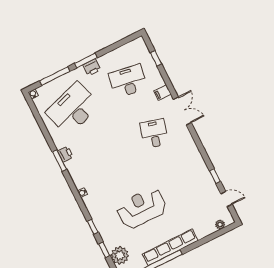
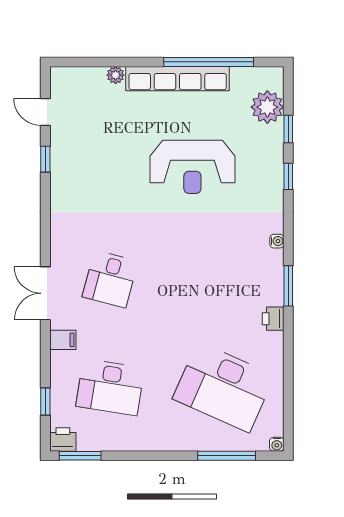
window: (86, 60) -> (80, 456), moved
printer: (92, 67) -> (63, 439), moved
desk: (73, 109) -> (224, 387), turned 42
window: (59, 161) -> (288, 286), moved
plant: (220, 225) -> (116, 75), moved

